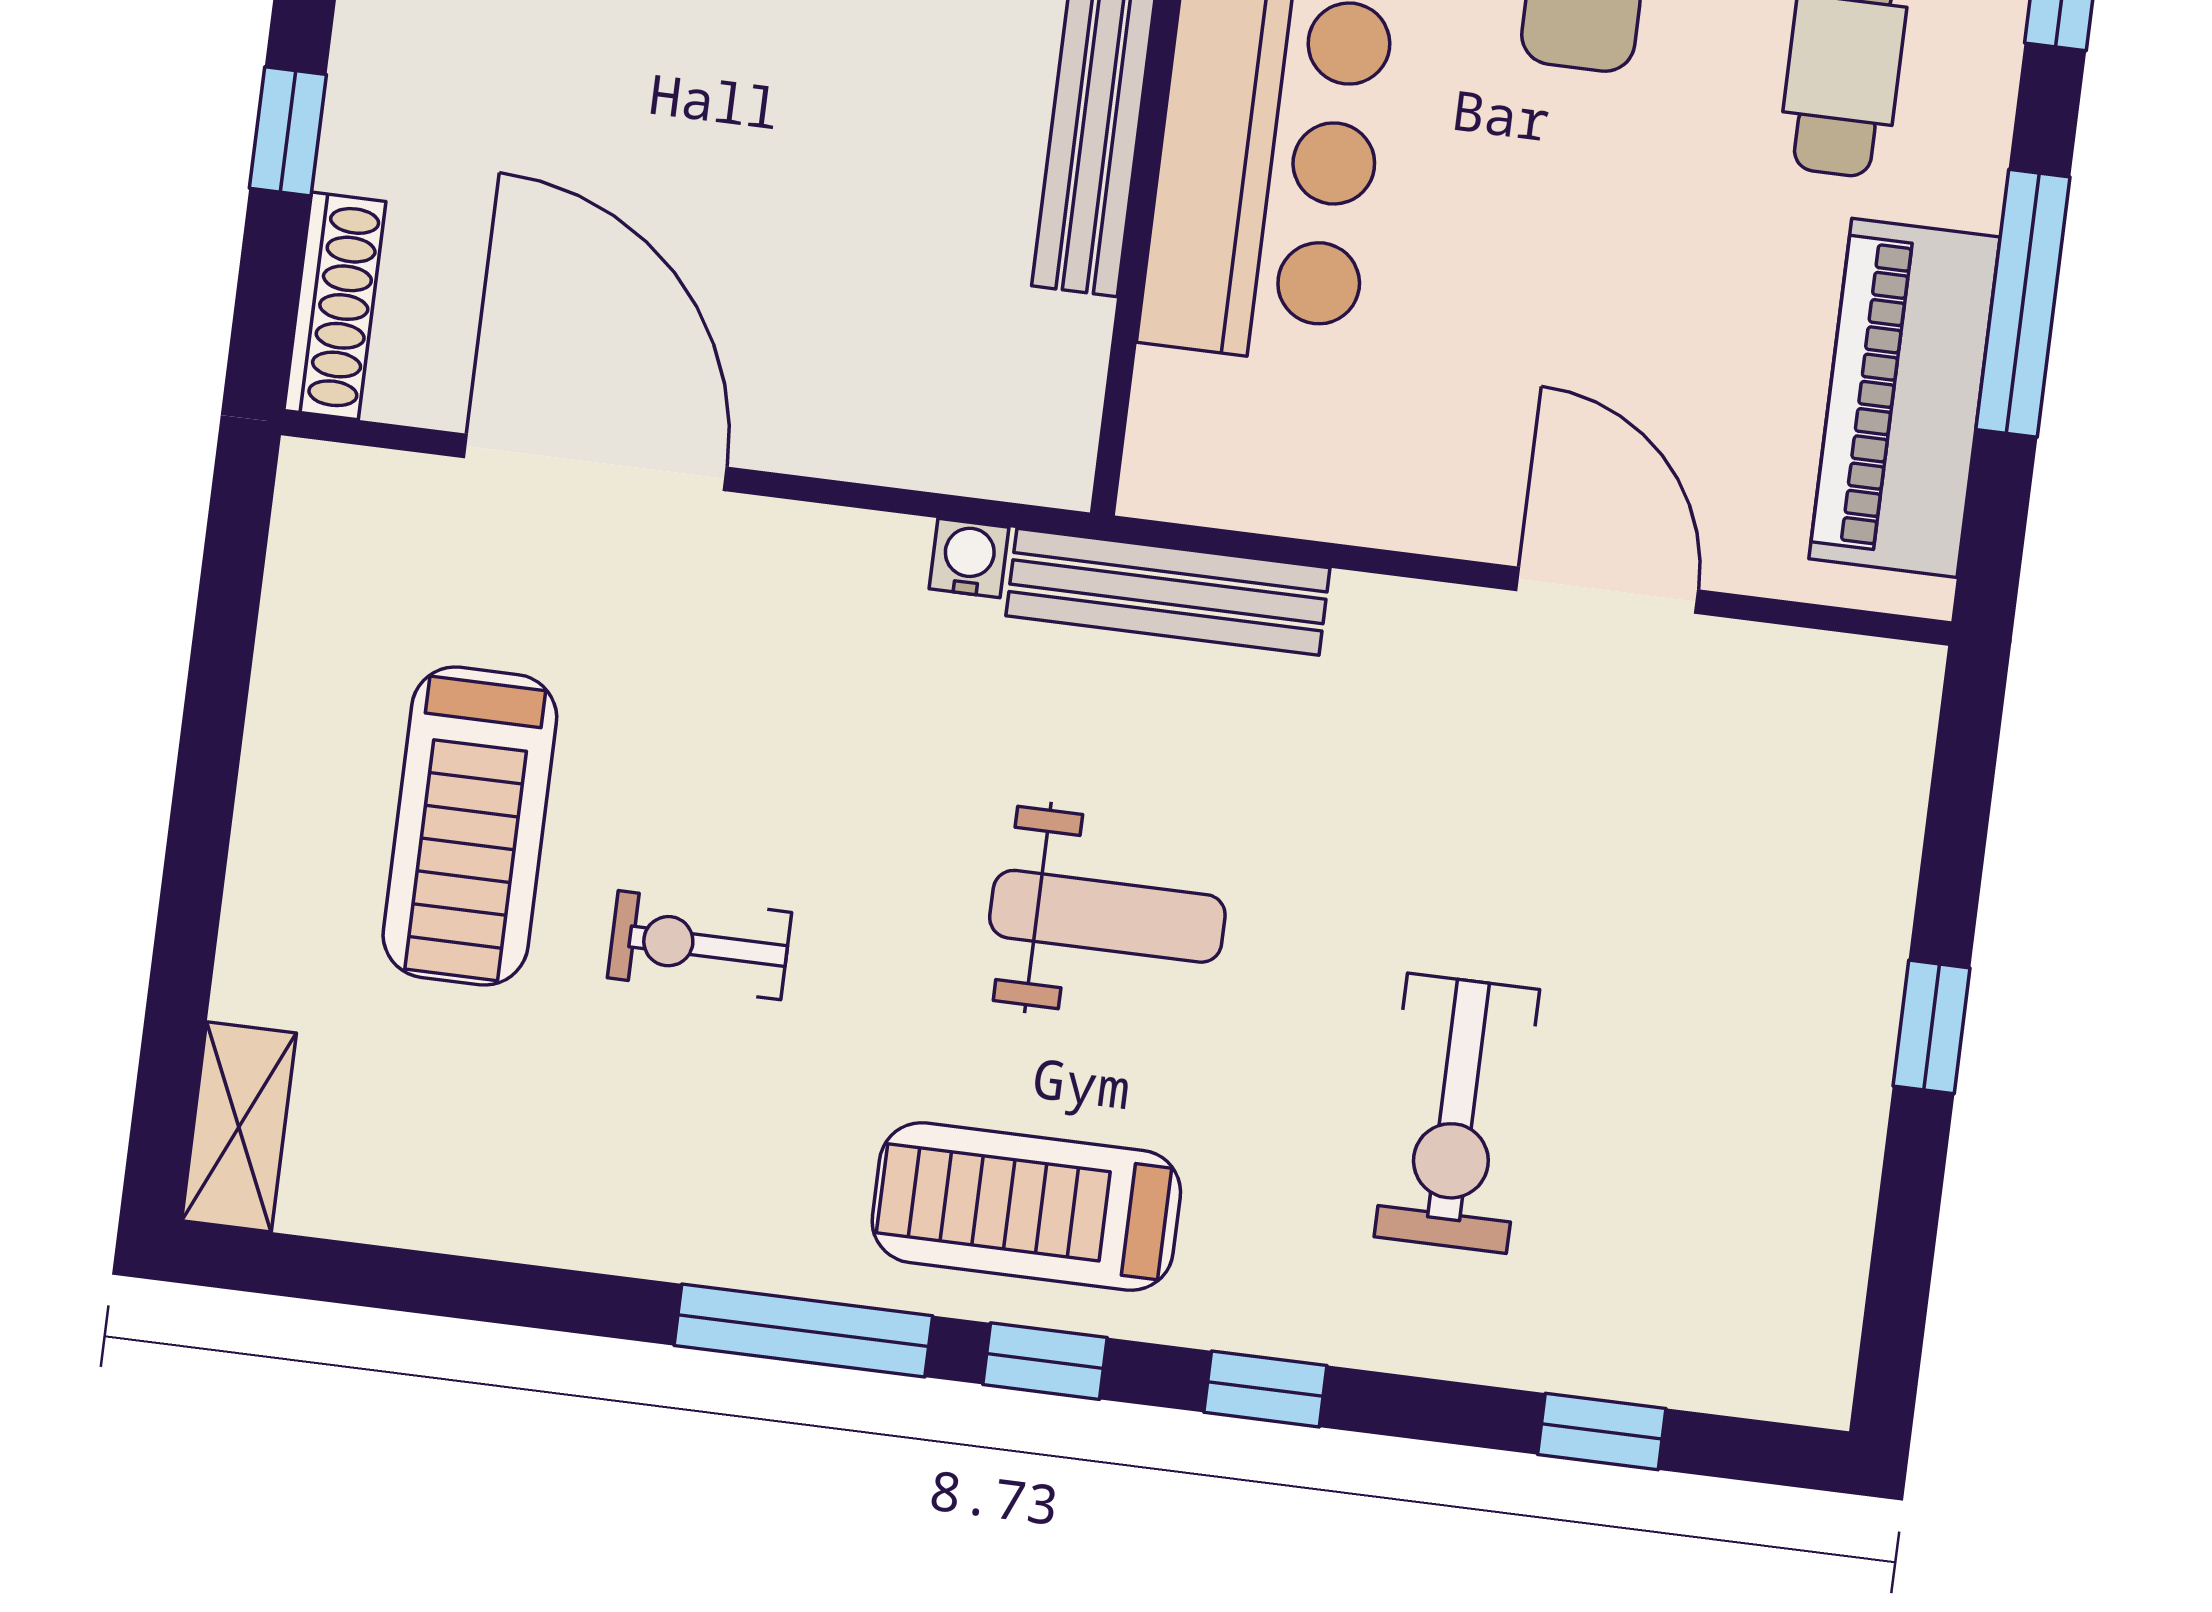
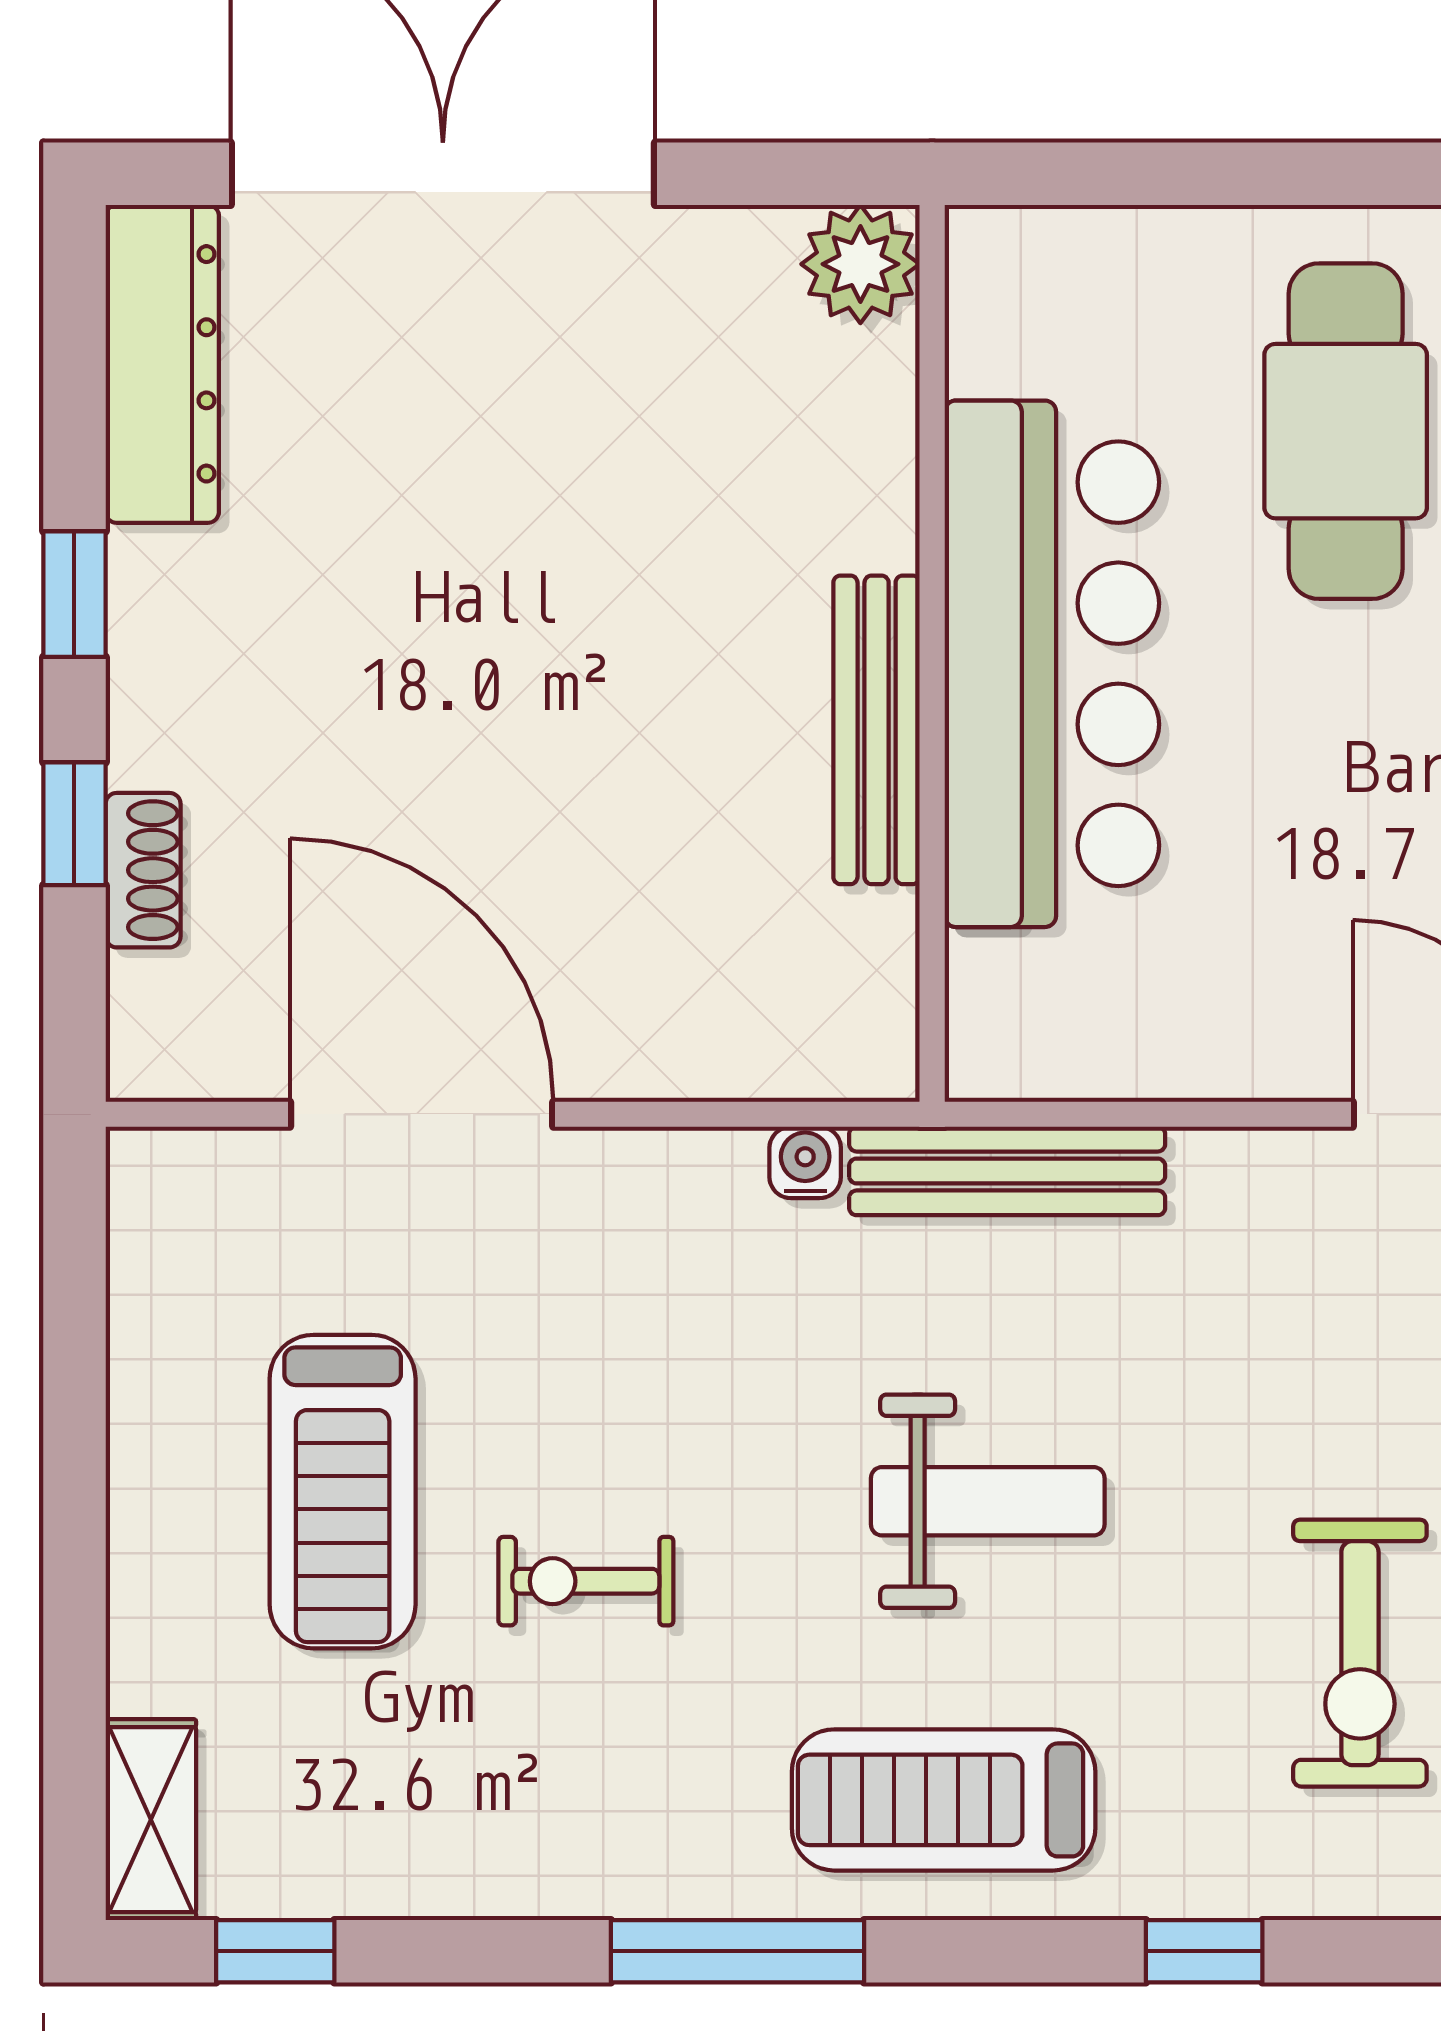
shoe rack: (335, 306) -> (143, 870), moved, width x0.70
window: (1045, 1361) -> (275, 1951), moved

